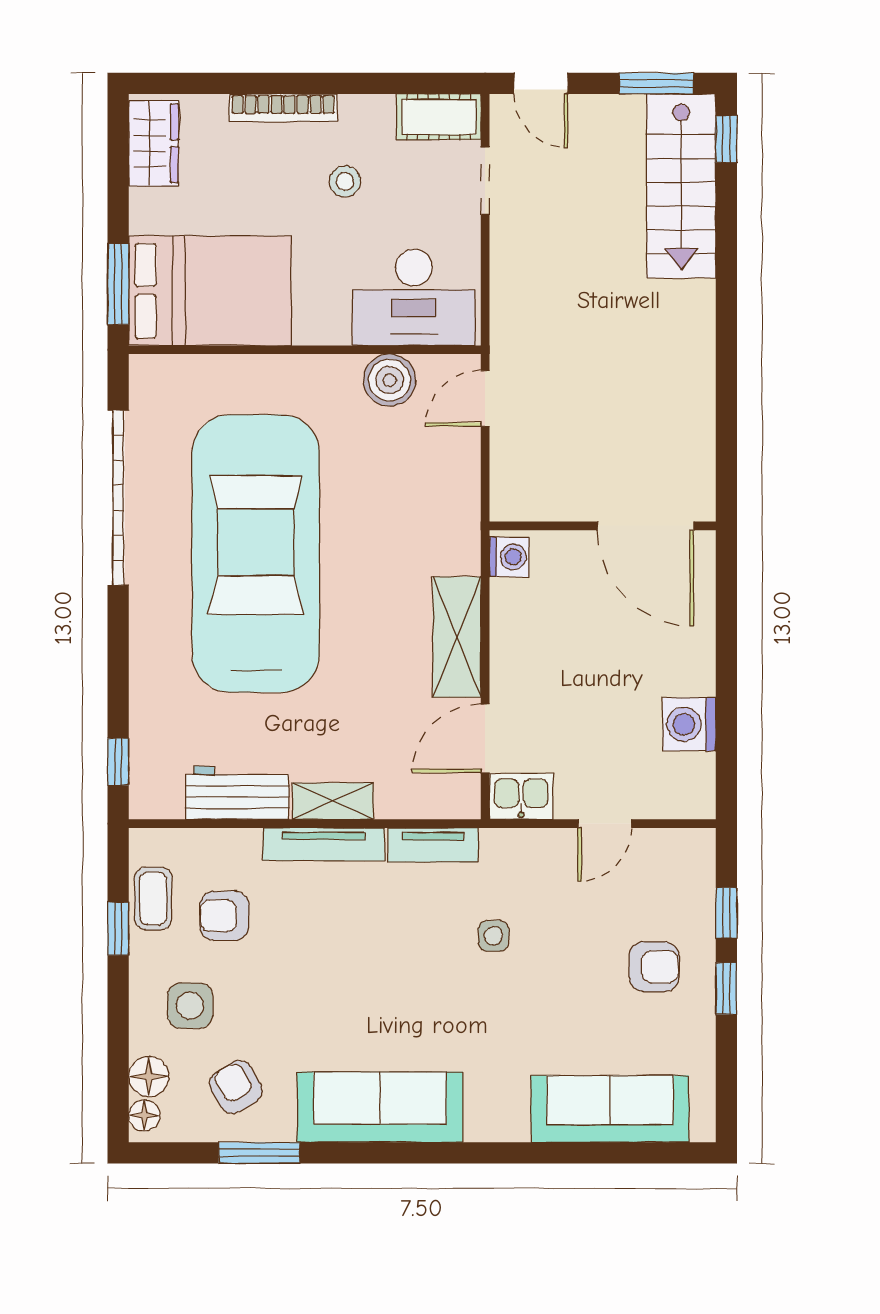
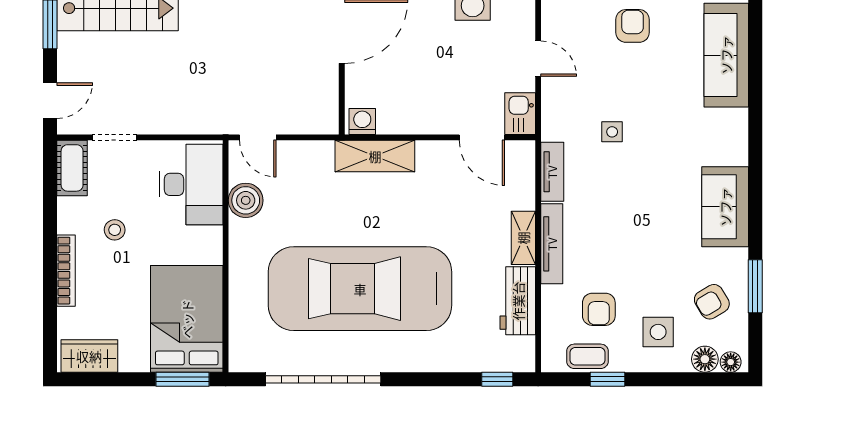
shelving: (457, 637) -> (375, 156), moved
sofa: (380, 1107) -> (725, 207), width x0.73

